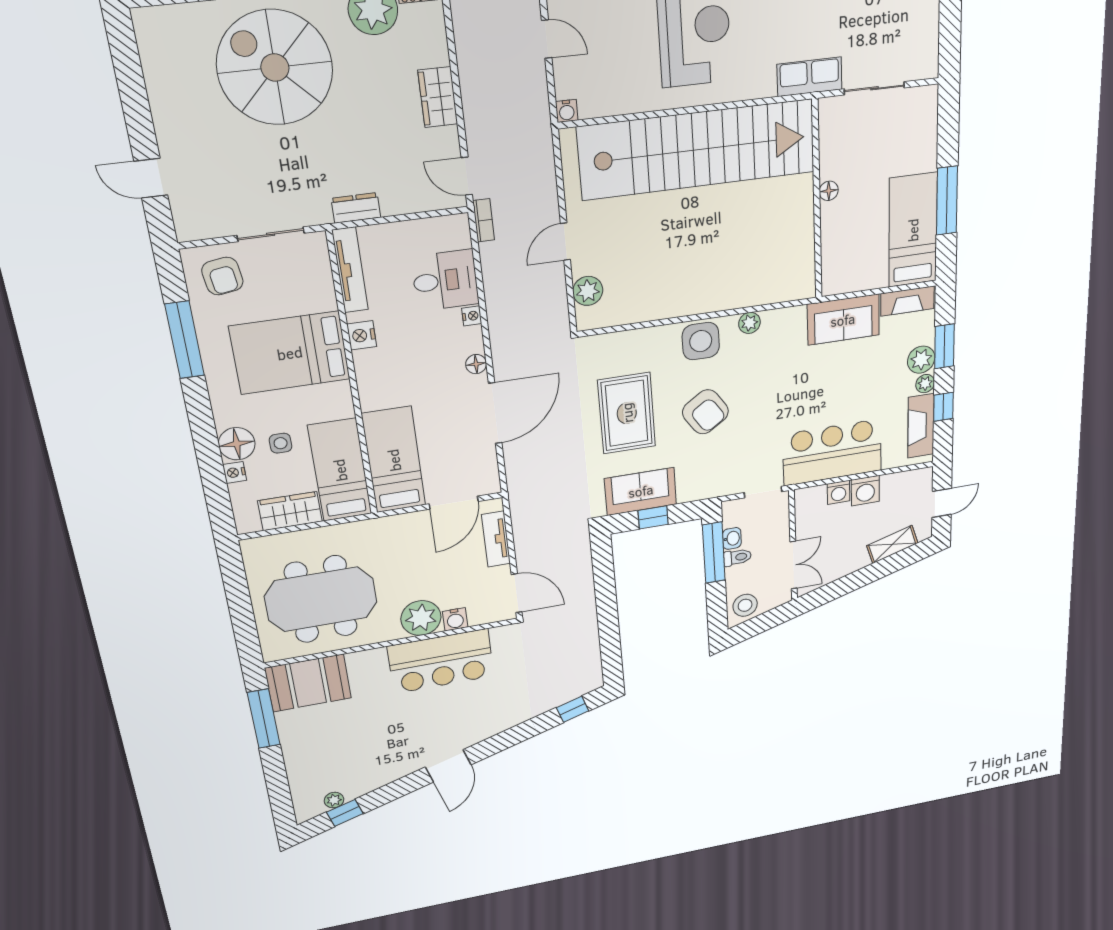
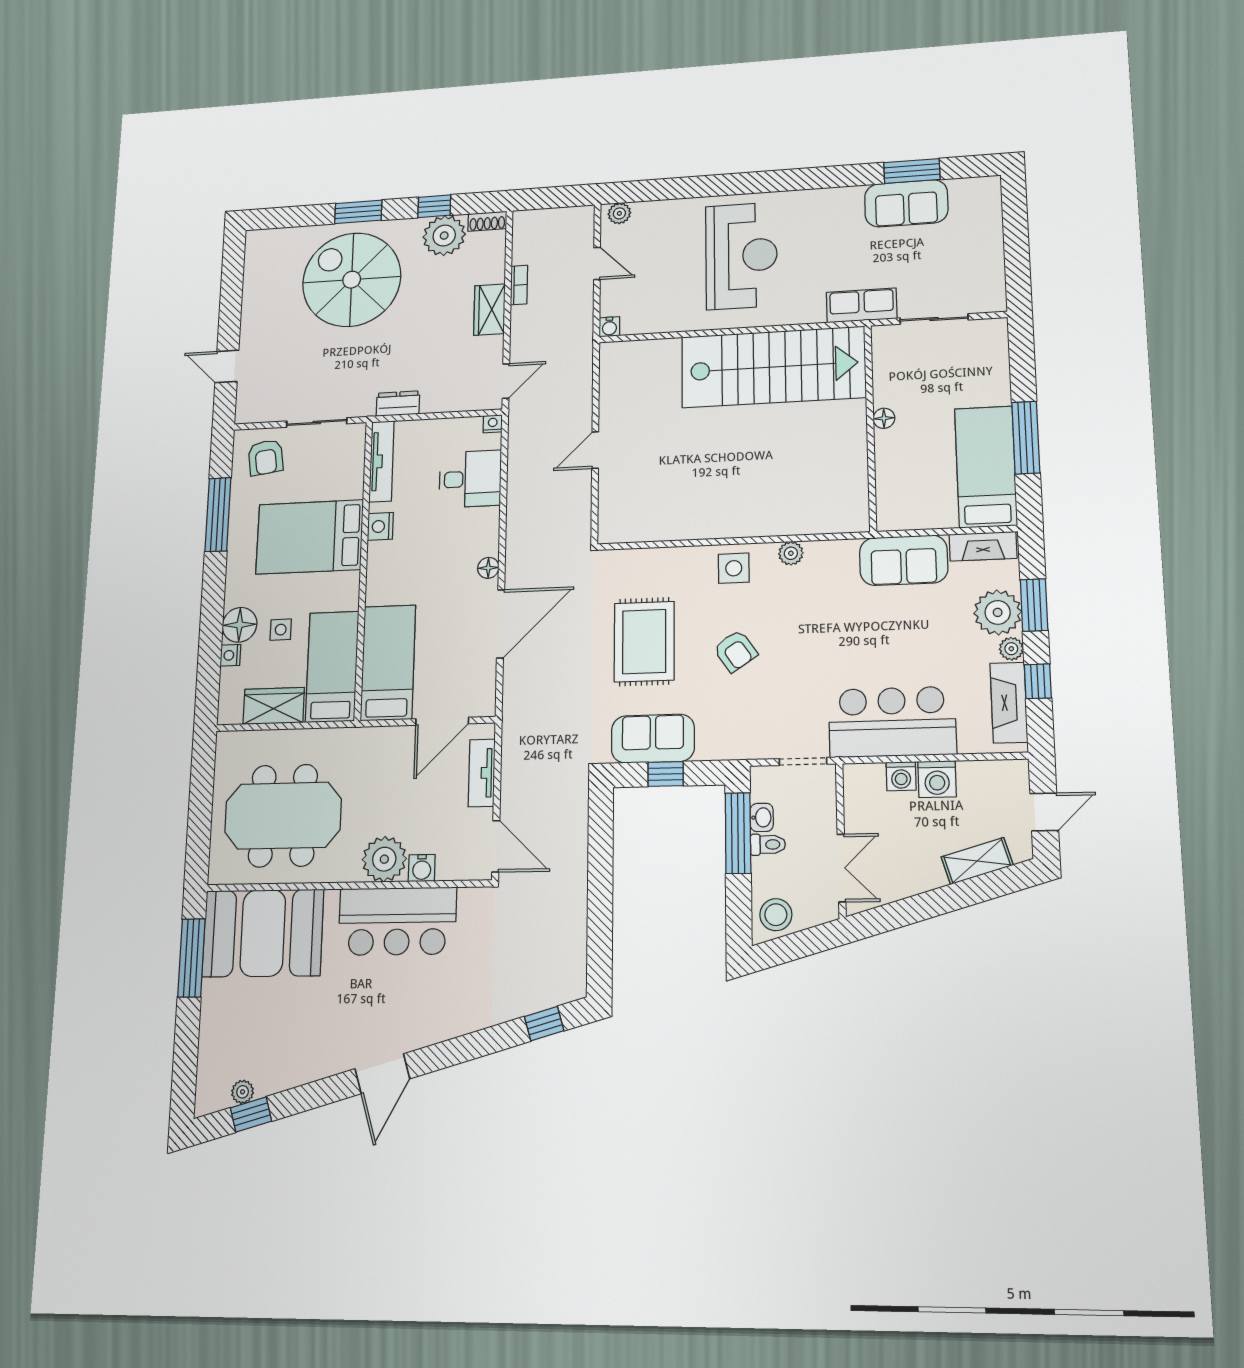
stairs: (698, 150) -> (773, 367), width x0.73
door: (467, 176) -> (506, 381), swing flipped
bookcase: (484, 220) -> (519, 285), moved
plant: (588, 291) -> (613, 502), removed
nightstand: (472, 316) -> (493, 424), moved, turned -90
side table: (701, 341) -> (734, 568), width x0.73, depth x0.73
plant: (921, 360) -> (998, 612), width x1.36, depth x1.36
armchair: (705, 412) -> (735, 651), width x0.72, depth x0.72
booth: (308, 683) -> (263, 933), width x1.36, depth x1.42

